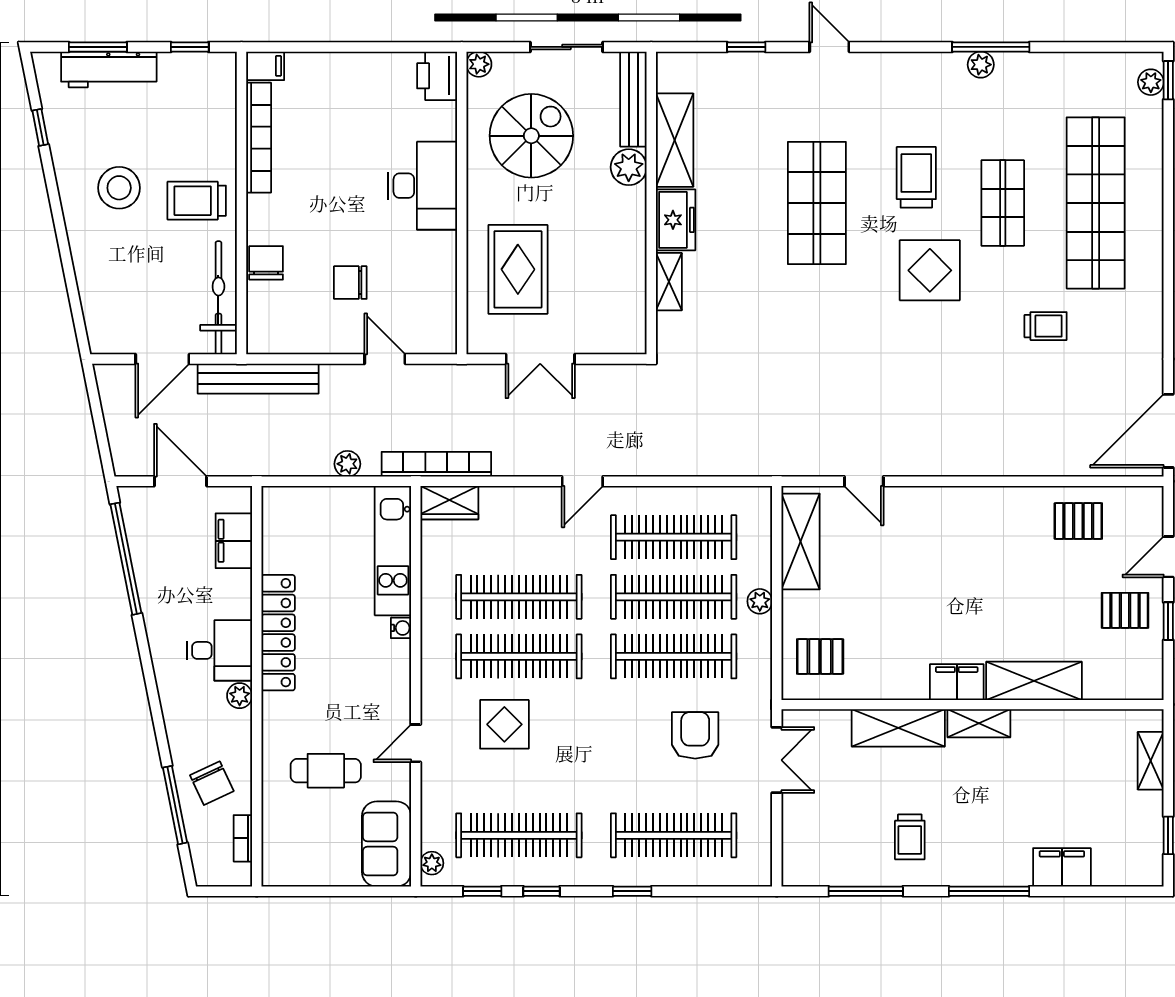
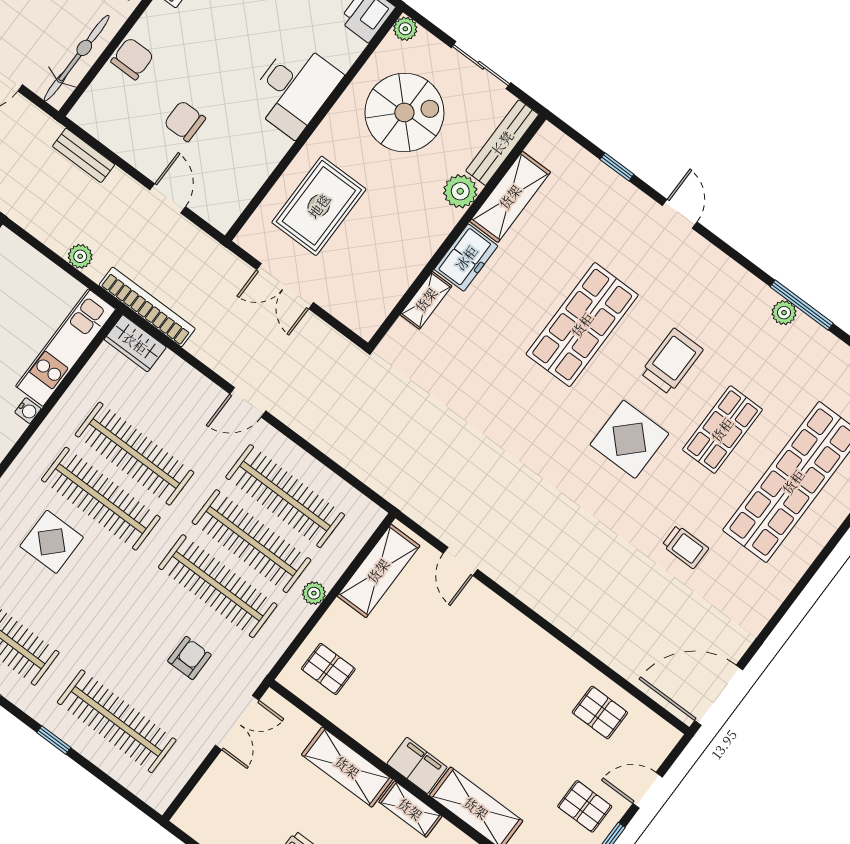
bench: (258, 379) -> (84, 155), width x0.54, depth x0.82
armchair: (695, 735) -> (189, 658), width x0.72, depth x0.72

